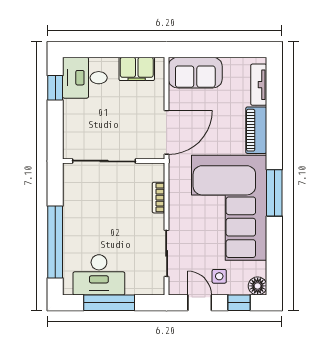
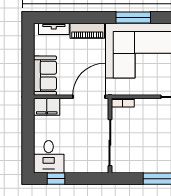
filing cabinet: (137, 69) -> (47, 107), moved, turned 90
door: (167, 132) -> (89, 97), hinge flipped
bookcase: (158, 198) -> (123, 103), moved

